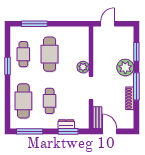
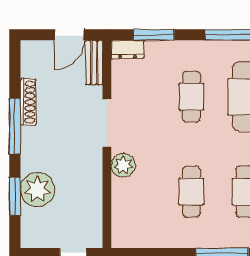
cafe table: (50, 54) -> (191, 192), width x0.73, depth x0.74
plant: (125, 67) -> (37, 189), moved
dresser: (66, 124) -> (128, 49), moved
door: (110, 131) -> (69, 35), hinge flipped

